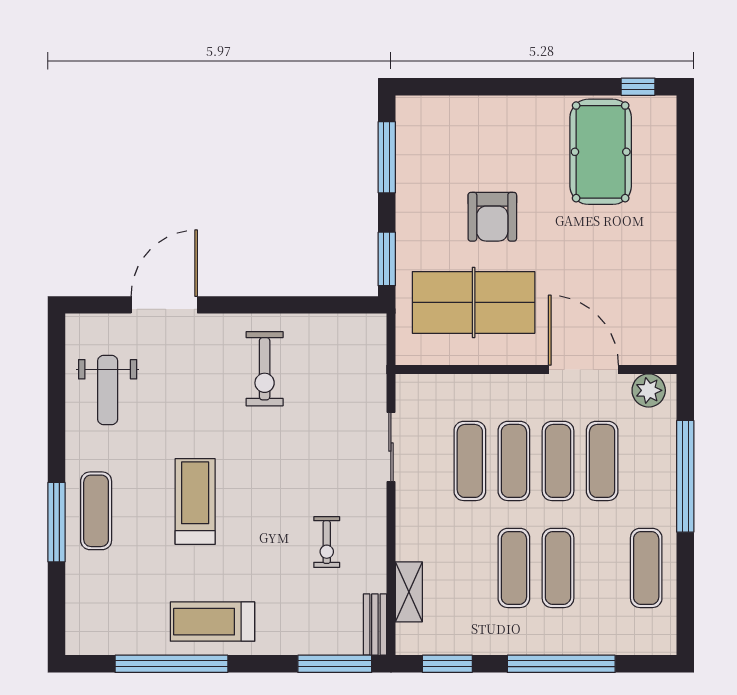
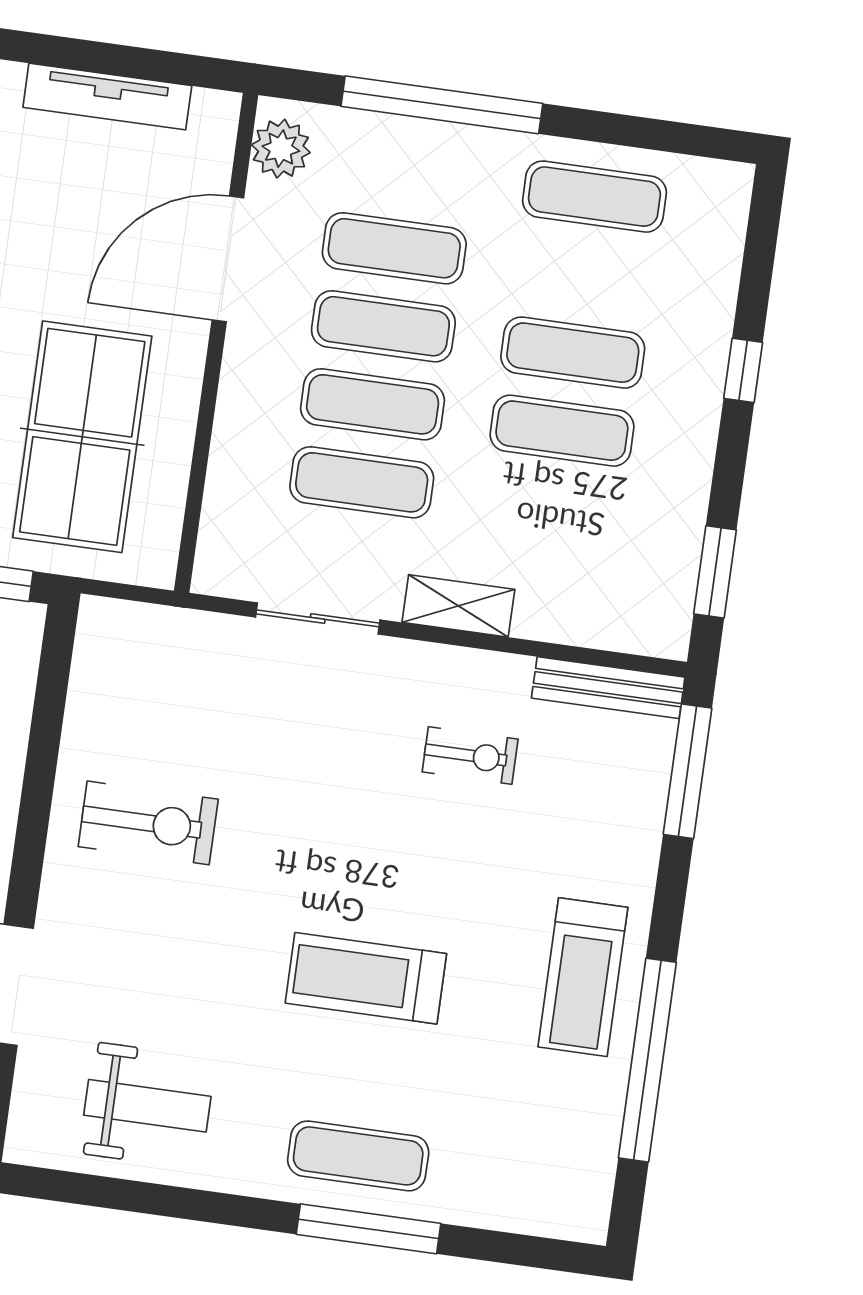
tv unit: (664, 290) -> (107, 97), added
shelving: (409, 592) -> (458, 606), moved
bench: (375, 625) -> (608, 688), width x1.36
window: (561, 664) -> (743, 370), width x0.32

